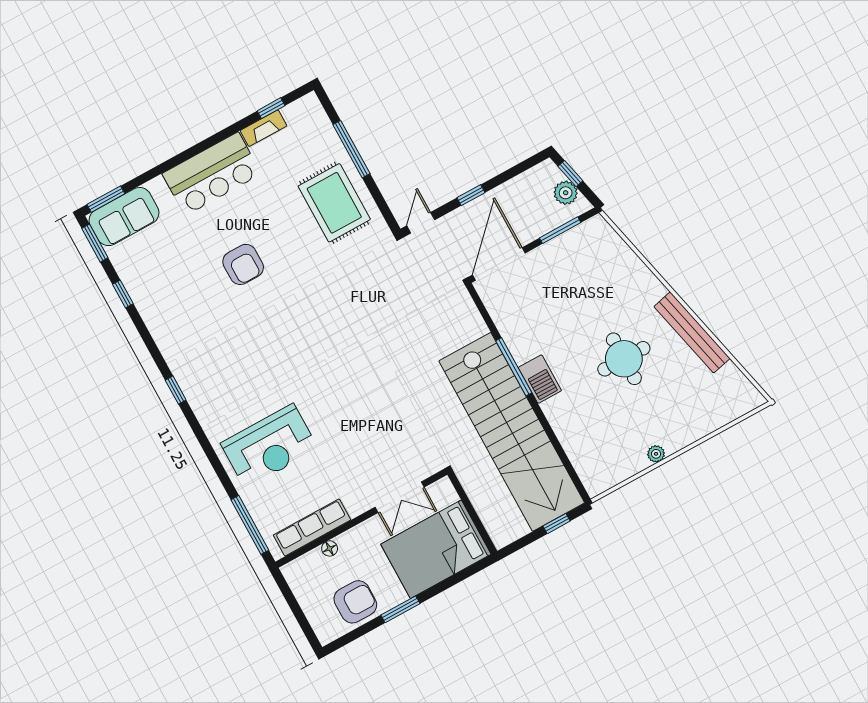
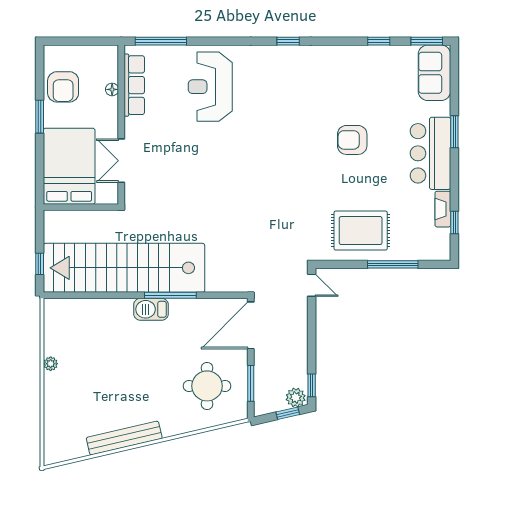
plant: (566, 193) -> (296, 398), moved
window: (471, 195) -> (312, 385), moved
window: (106, 199) -> (454, 132), moved
door: (499, 264) -> (251, 325), swing flipped
round table: (624, 359) -> (207, 386), moved

